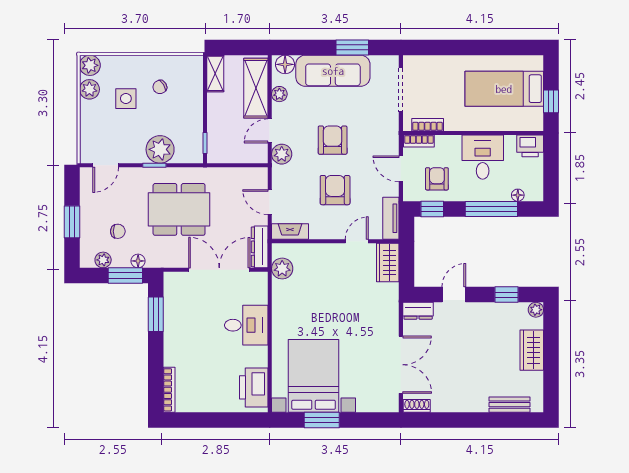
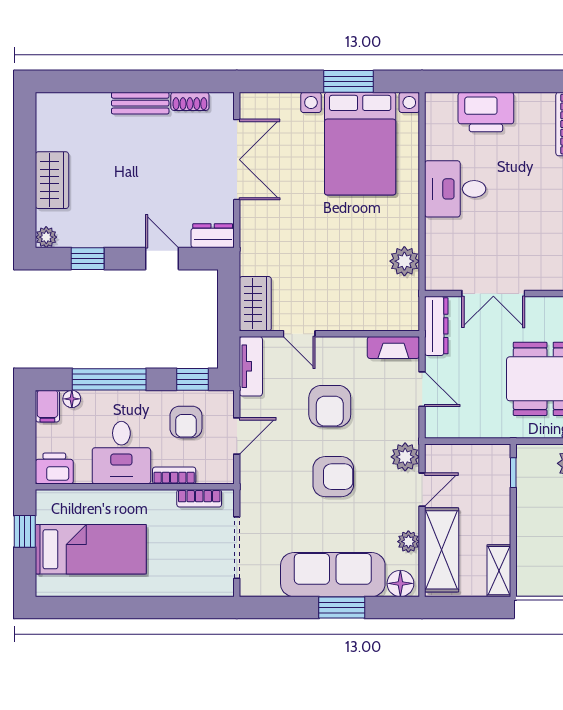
window: (352, 47) -> (342, 608), moved
armchair: (333, 140) -> (333, 477), turned -90
bookcase: (419, 141) -> (174, 475), moved
door: (401, 169) -> (237, 436), hinge flipped
filing cabinet: (535, 190) -> (47, 406), added
door: (357, 241) -> (299, 334), hinge flipped
plant: (282, 269) -> (404, 261), moved
double door: (219, 270) -> (493, 293), width x0.73
door: (454, 295) -> (162, 259), swing flipped
desk: (246, 325) -> (455, 189), moved
double door: (401, 365) -> (237, 160), swing flipped
printer: (254, 387) -> (486, 112), moved, turned 90
bench: (510, 405) -> (140, 103), moved
shoe rack: (417, 406) -> (190, 101), moved

